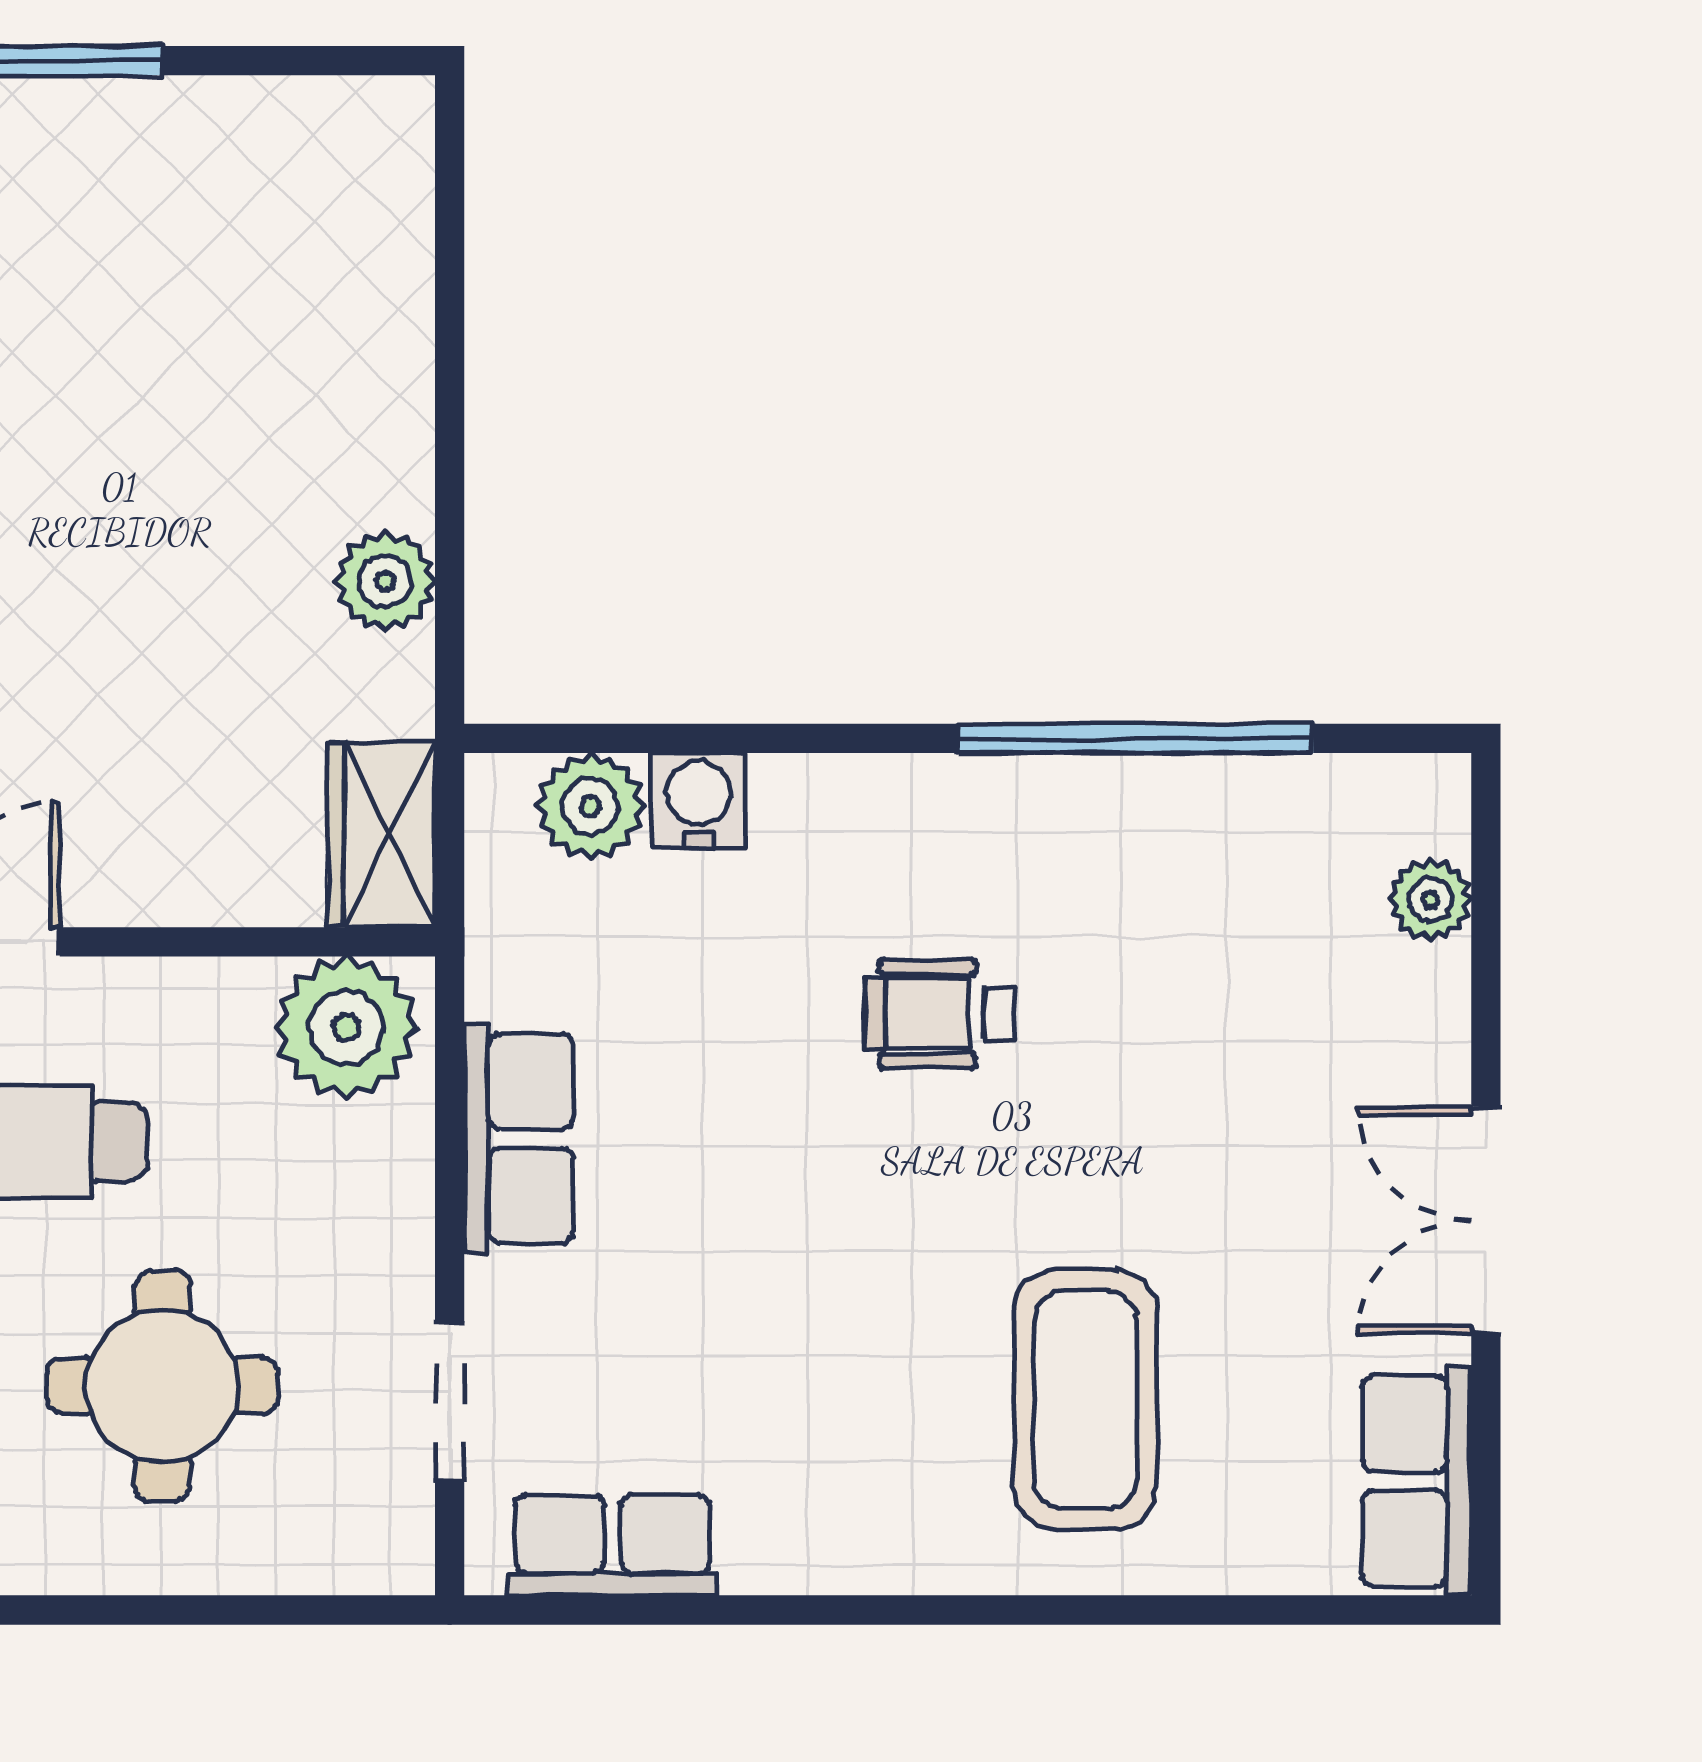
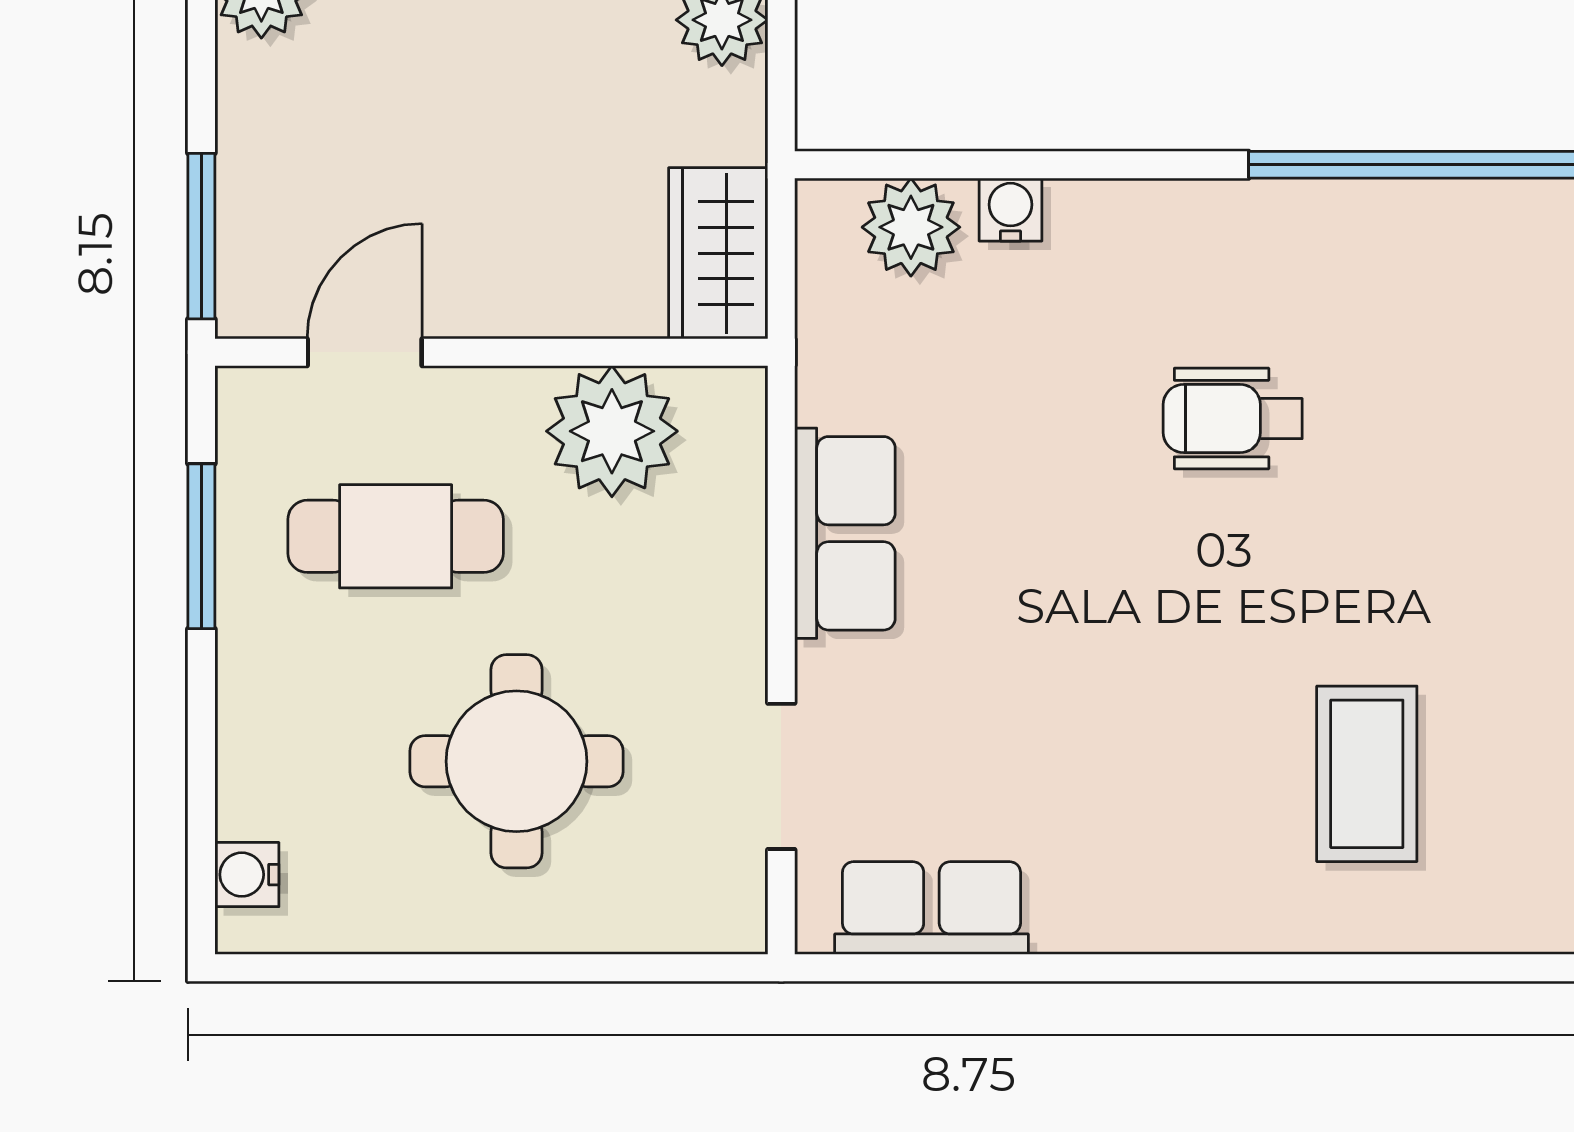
water cooler: (699, 800) -> (1011, 210), width x0.72, depth x0.72
plant: (346, 1028) -> (612, 431), moved
coffee table: (1085, 1400) -> (1367, 774), width x0.73, depth x0.76

